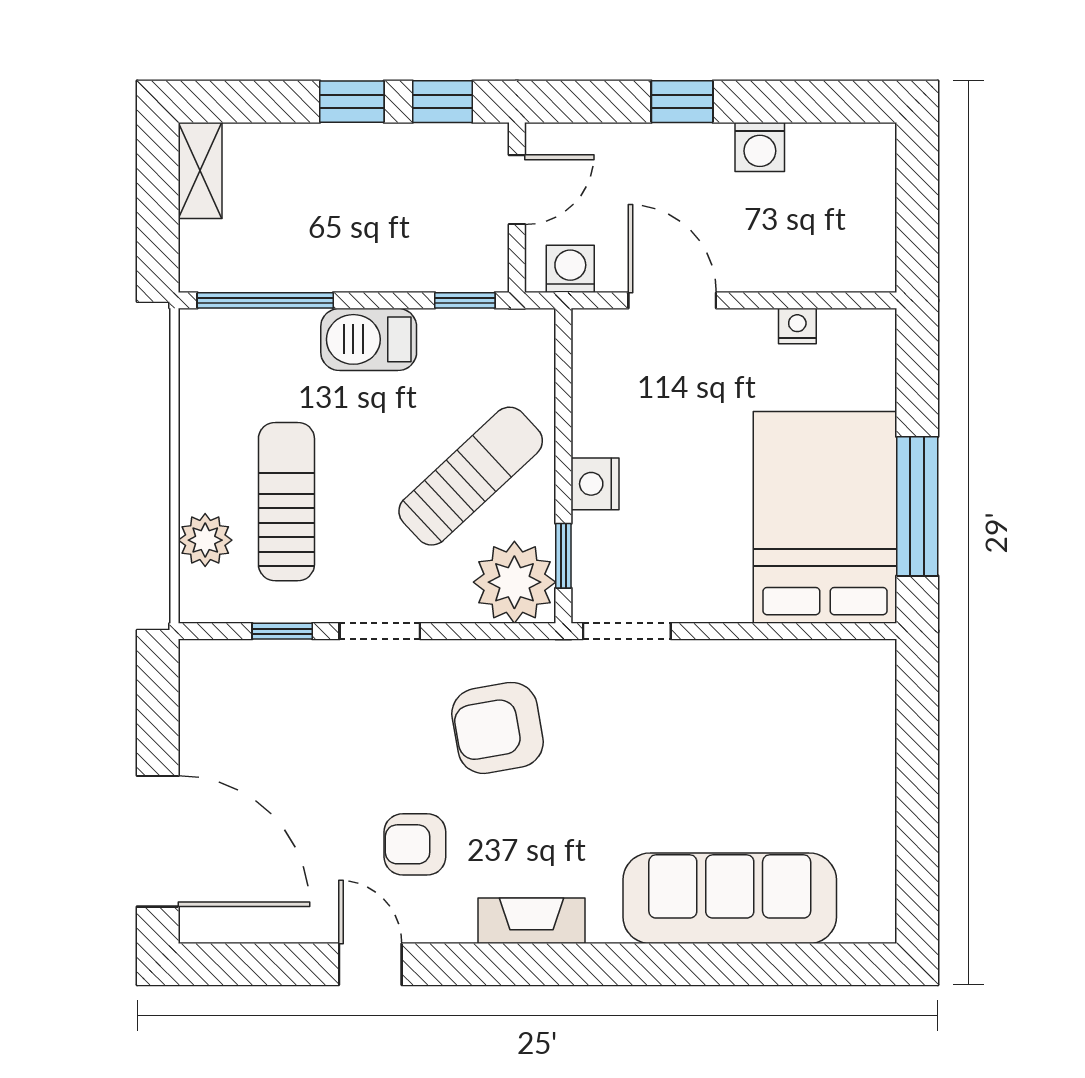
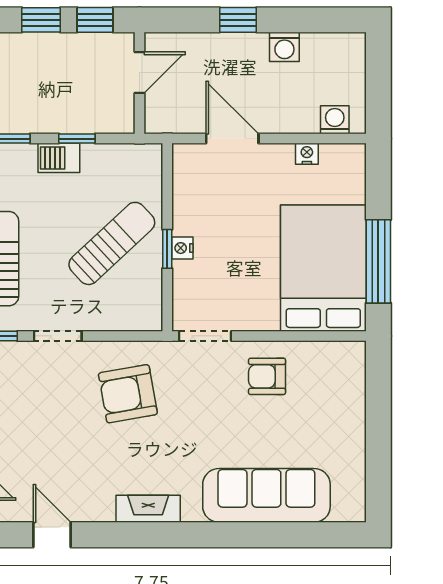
washing machine: (570, 269) -> (335, 120), moved
window: (465, 300) -> (77, 139), moved
barbecue: (369, 339) -> (59, 158), width x0.73, depth x0.79
nightstand: (595, 484) -> (182, 248), width x0.72, depth x0.74
window: (563, 556) -> (167, 249), moved
plant: (514, 582) -> (138, 307), removed
armchair: (415, 844) -> (267, 376), moved

